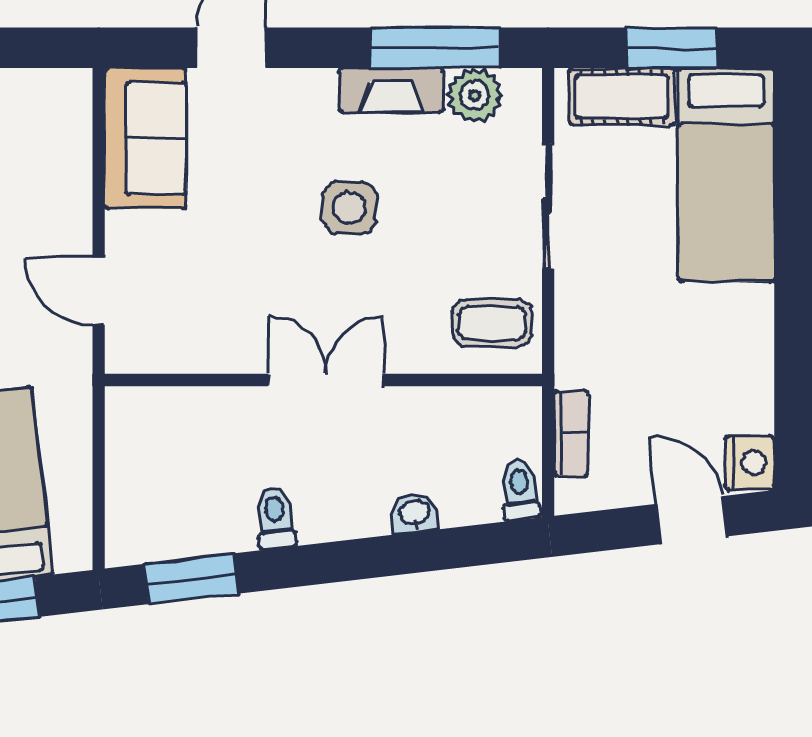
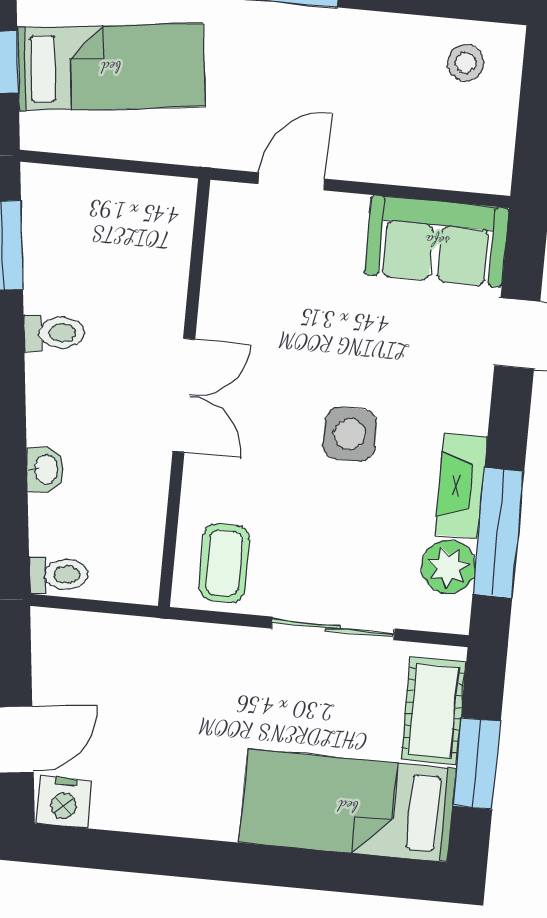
bookcase: (571, 433) -> (109, 630), removed

